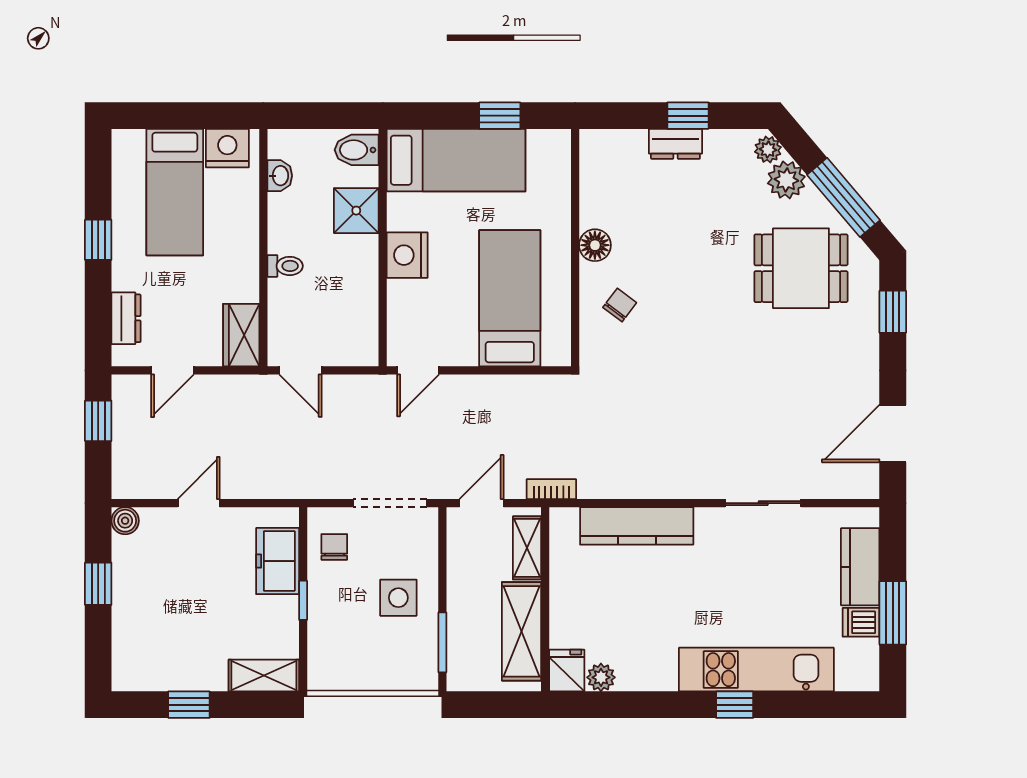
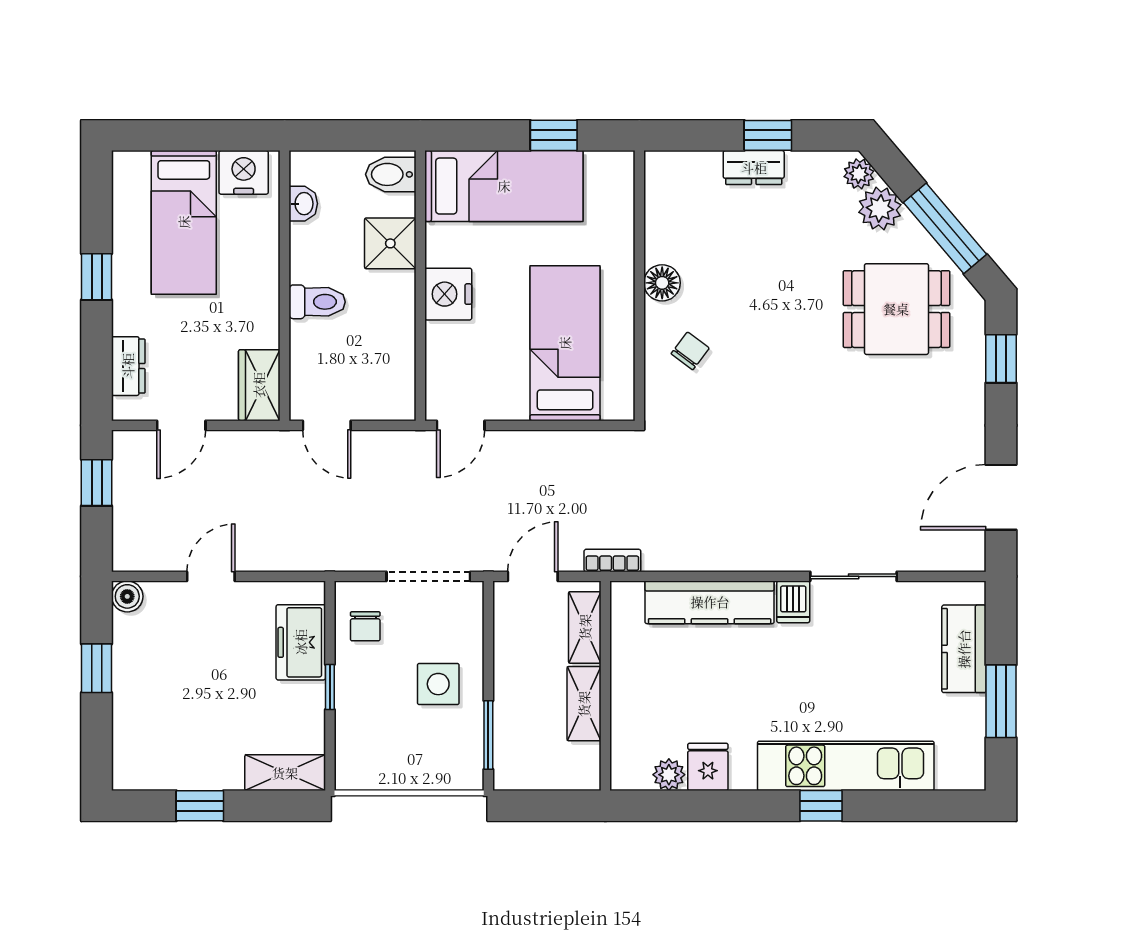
toilet: (285, 266) -> (317, 302), width x1.37, depth x1.39
chair: (334, 547) -> (365, 626), turned 180
dishwasher: (861, 622) -> (793, 602), moved, turned -90
shelving: (522, 631) -> (584, 704), width x0.67, depth x0.75
fridge: (567, 670) -> (708, 767), moved

